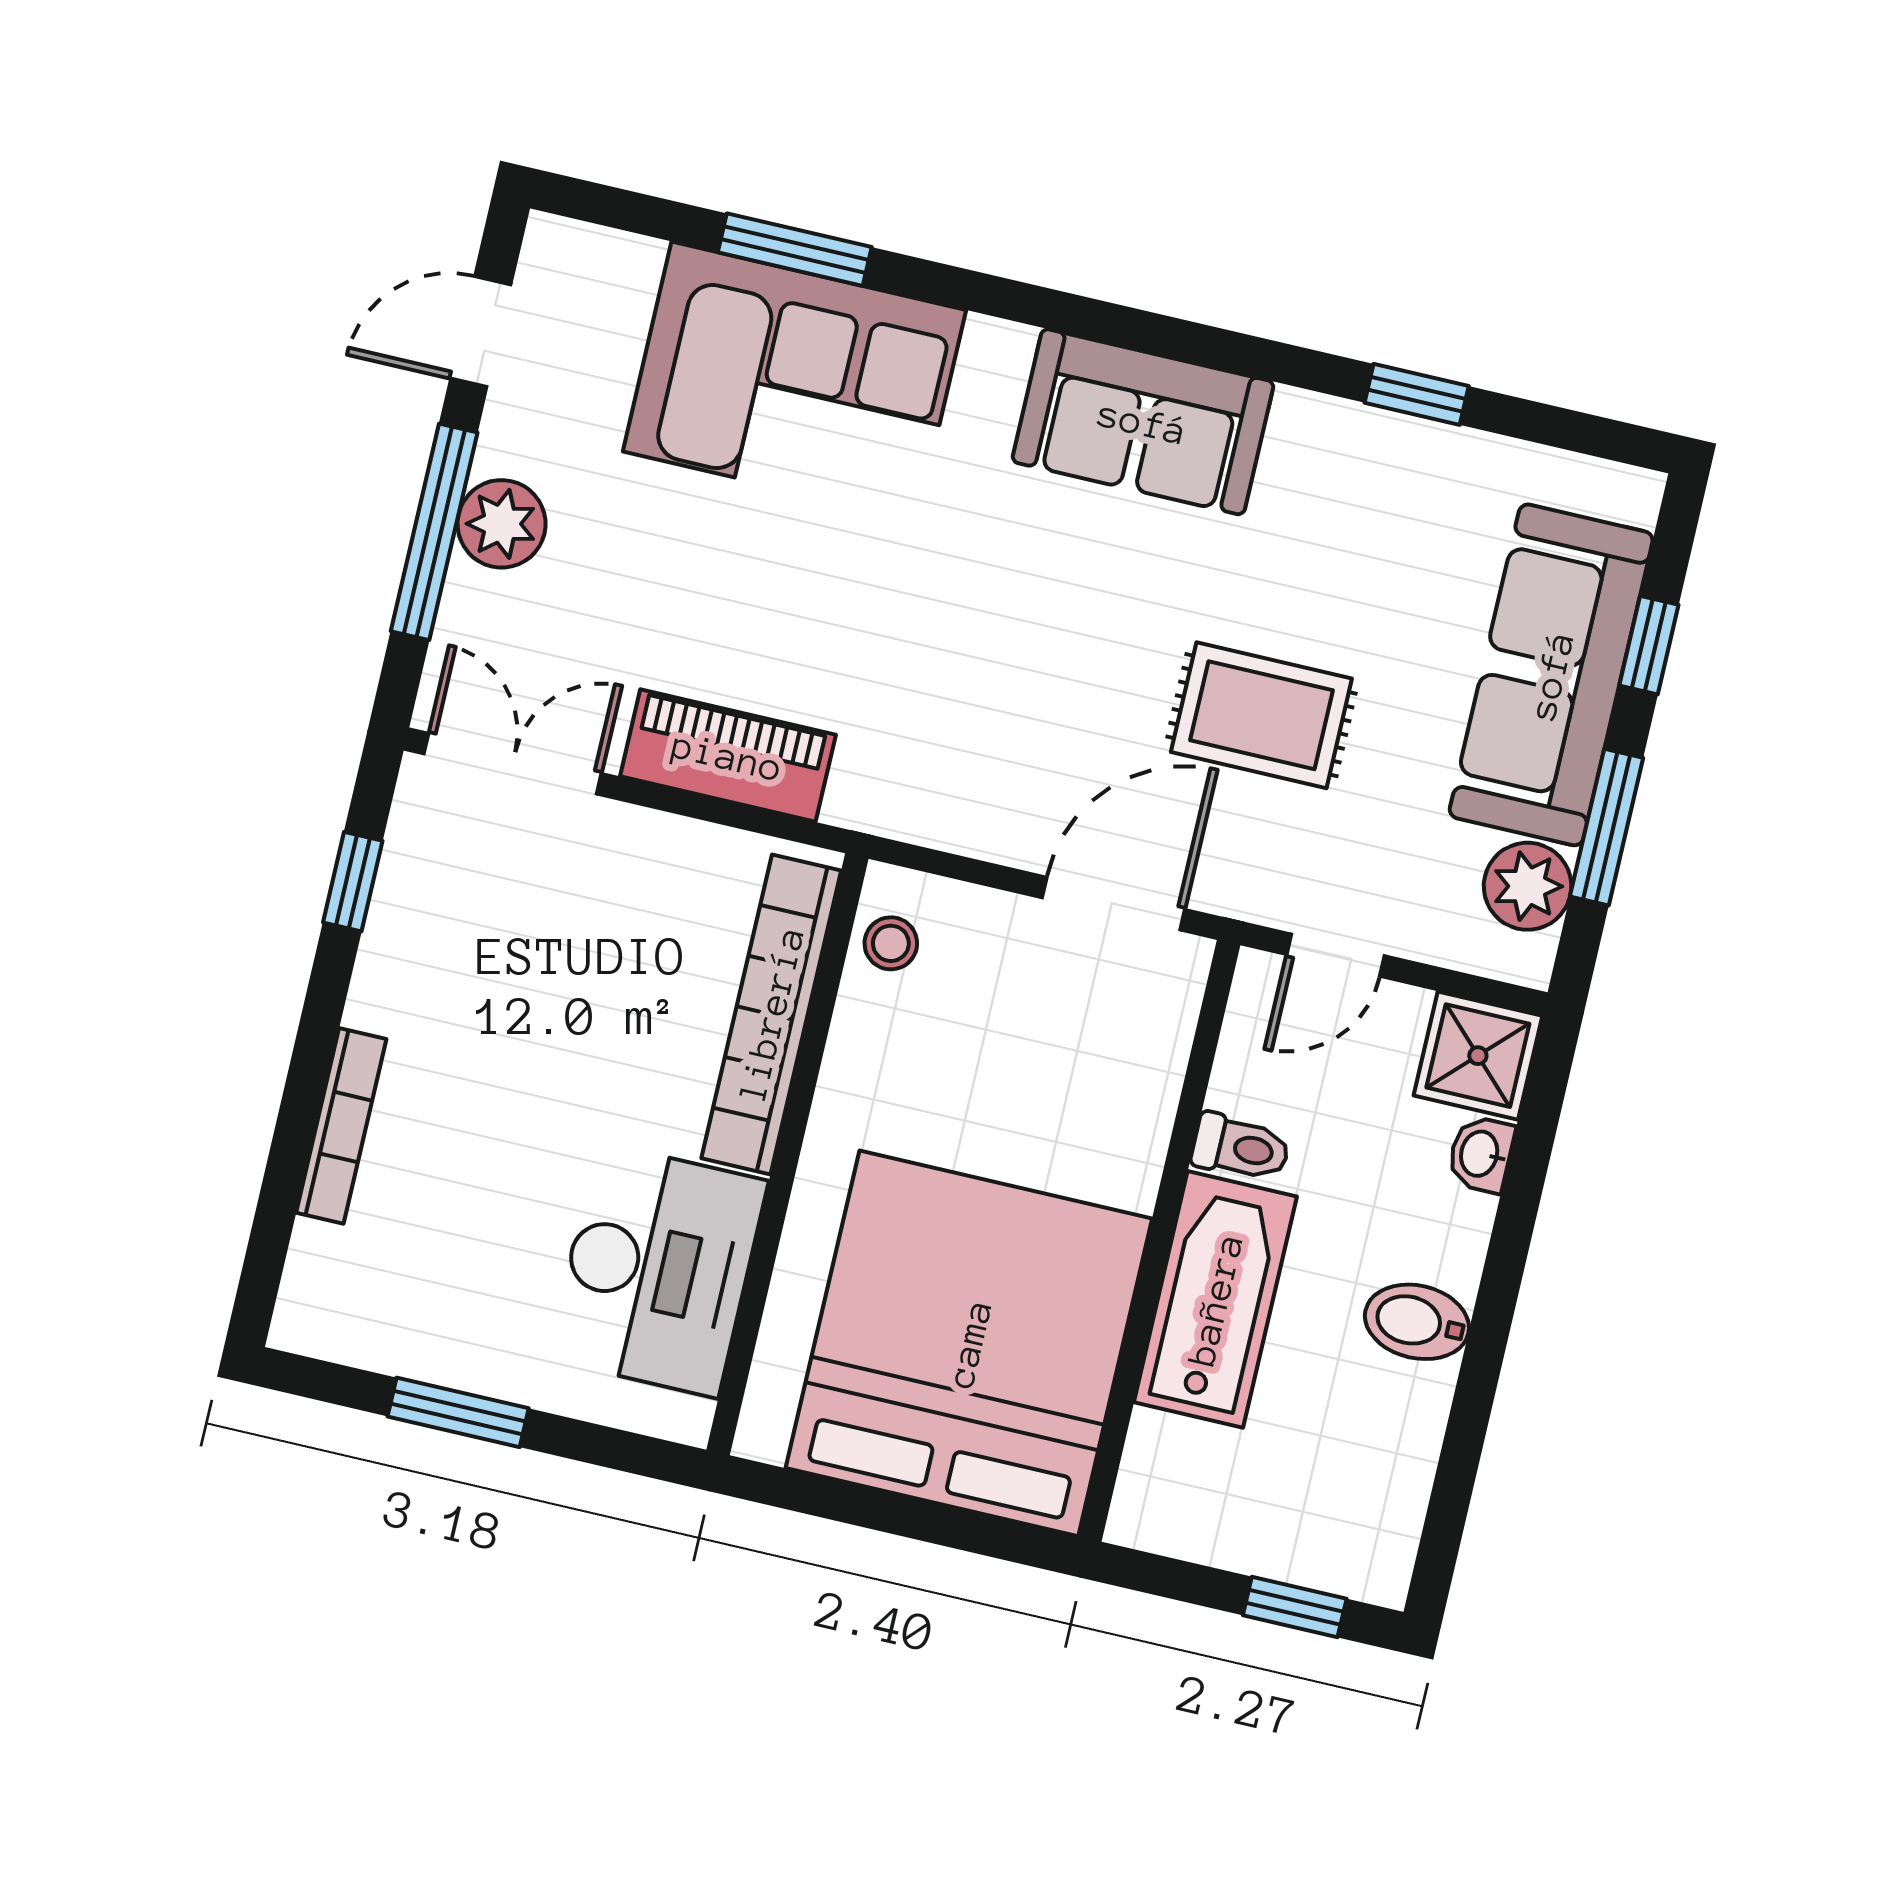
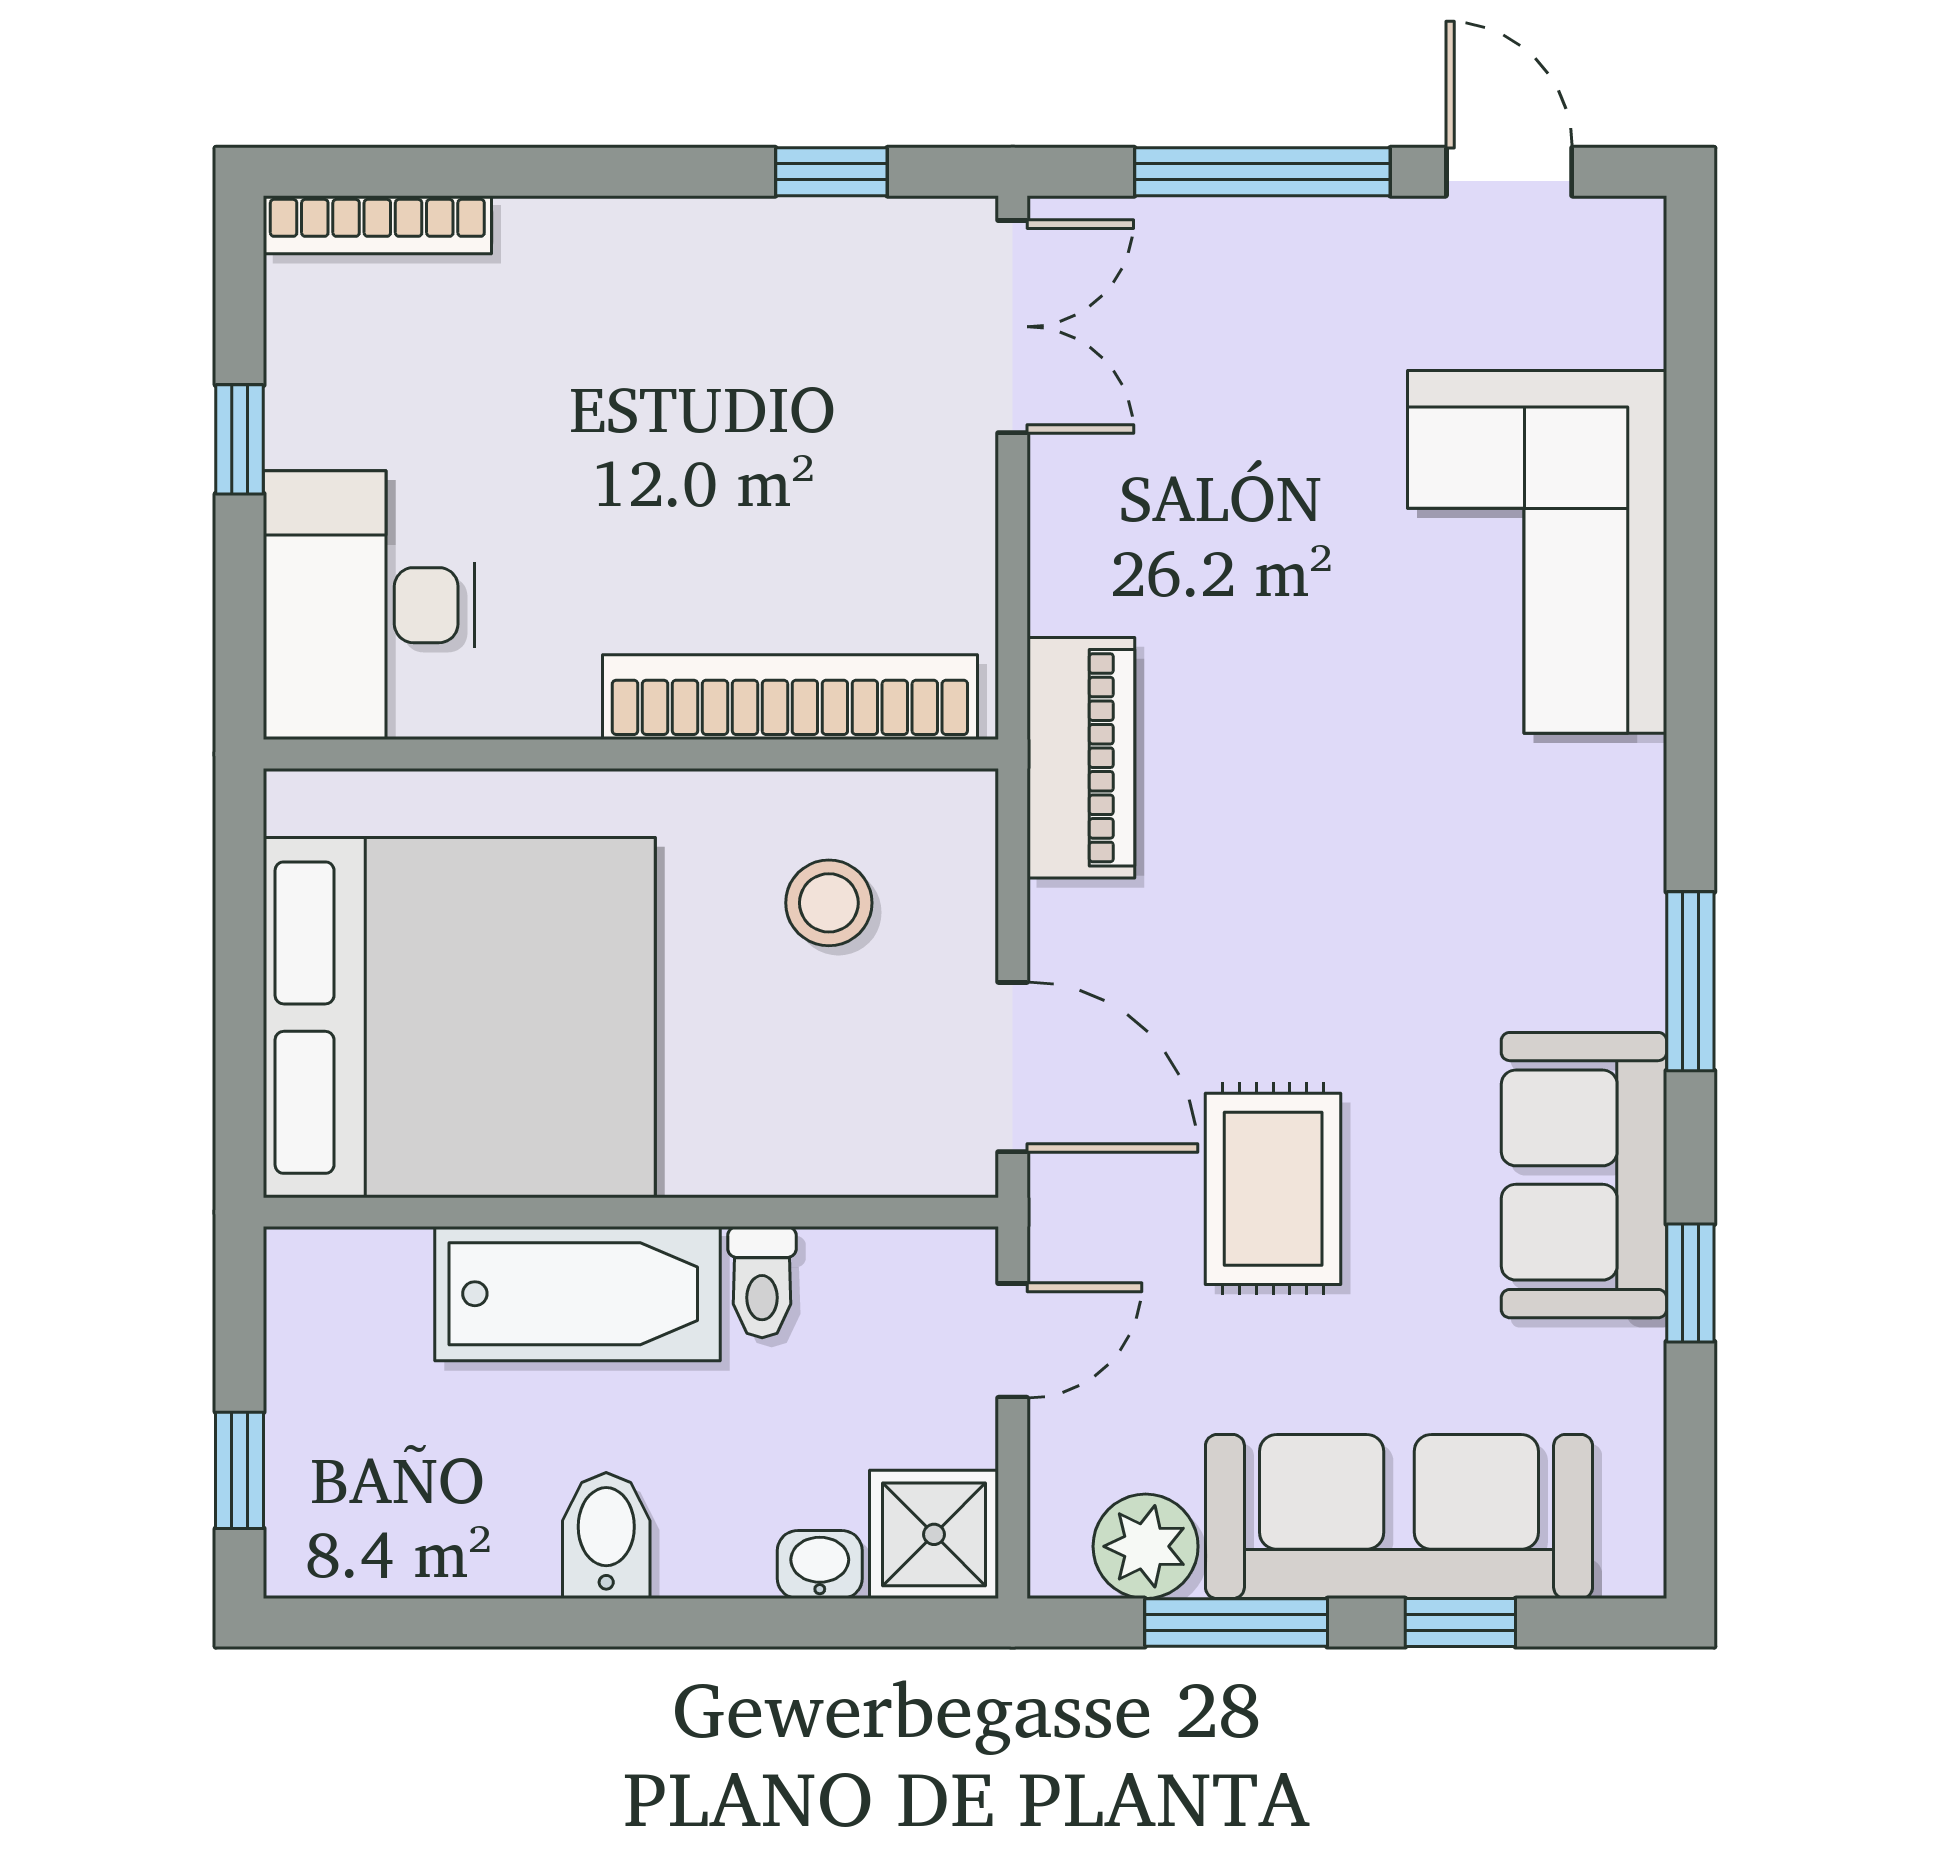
window: (795, 250) -> (1690, 981), moved
sofa: (1143, 422) -> (1584, 1175), moved
plant: (502, 524) -> (1290, 248), removed
piano: (728, 756) -> (1081, 758), moved
stool: (891, 943) -> (829, 903), moved, width x1.37, depth x1.37
door: (1335, 955) -> (1013, 1340), swing flipped
bookcase: (341, 1126) -> (377, 225), moved
desk: (658, 1270) -> (369, 605), moved, turned 90
window: (458, 1412) -> (240, 439), width x0.67

